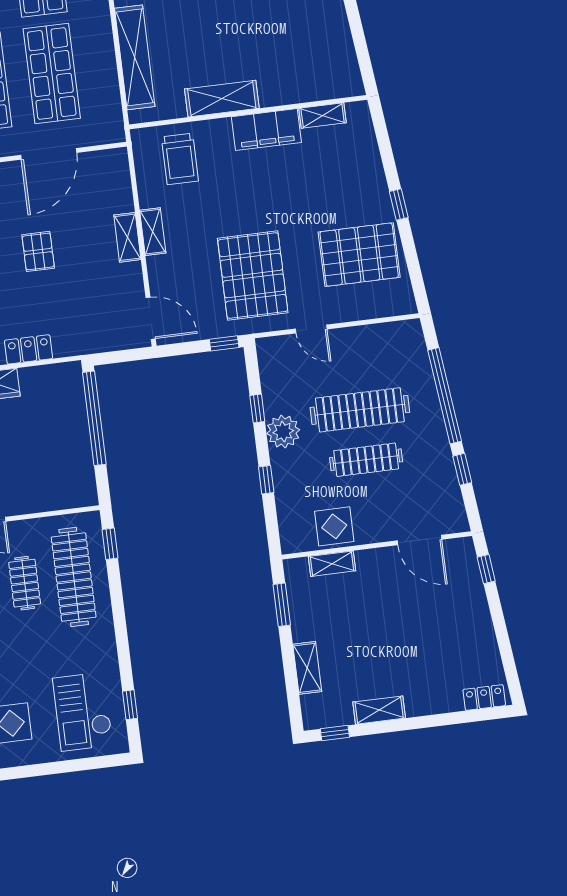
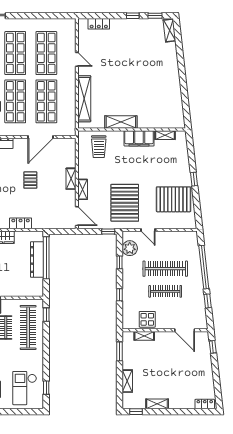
shelving: (153, 232) -> (83, 189), moved
dresser: (75, 425) -> (37, 260), added
plant: (283, 432) -> (130, 248), moved

